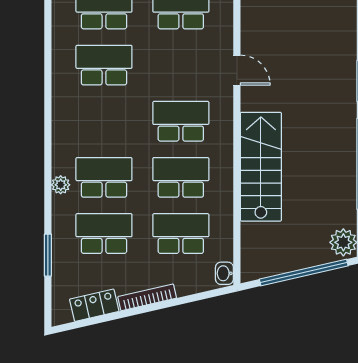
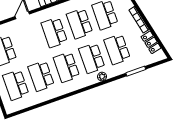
school desk: (104, 121) -> (66, 67), added

